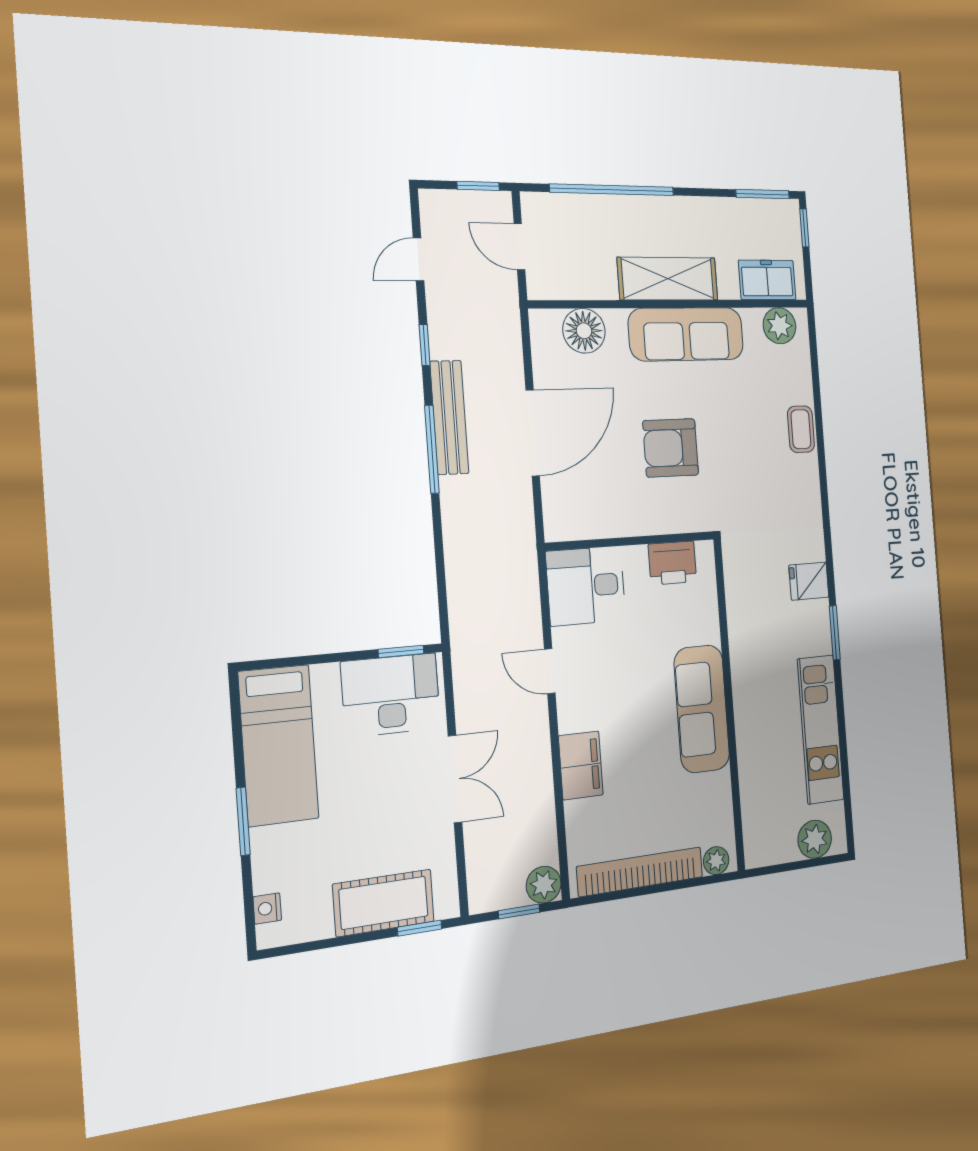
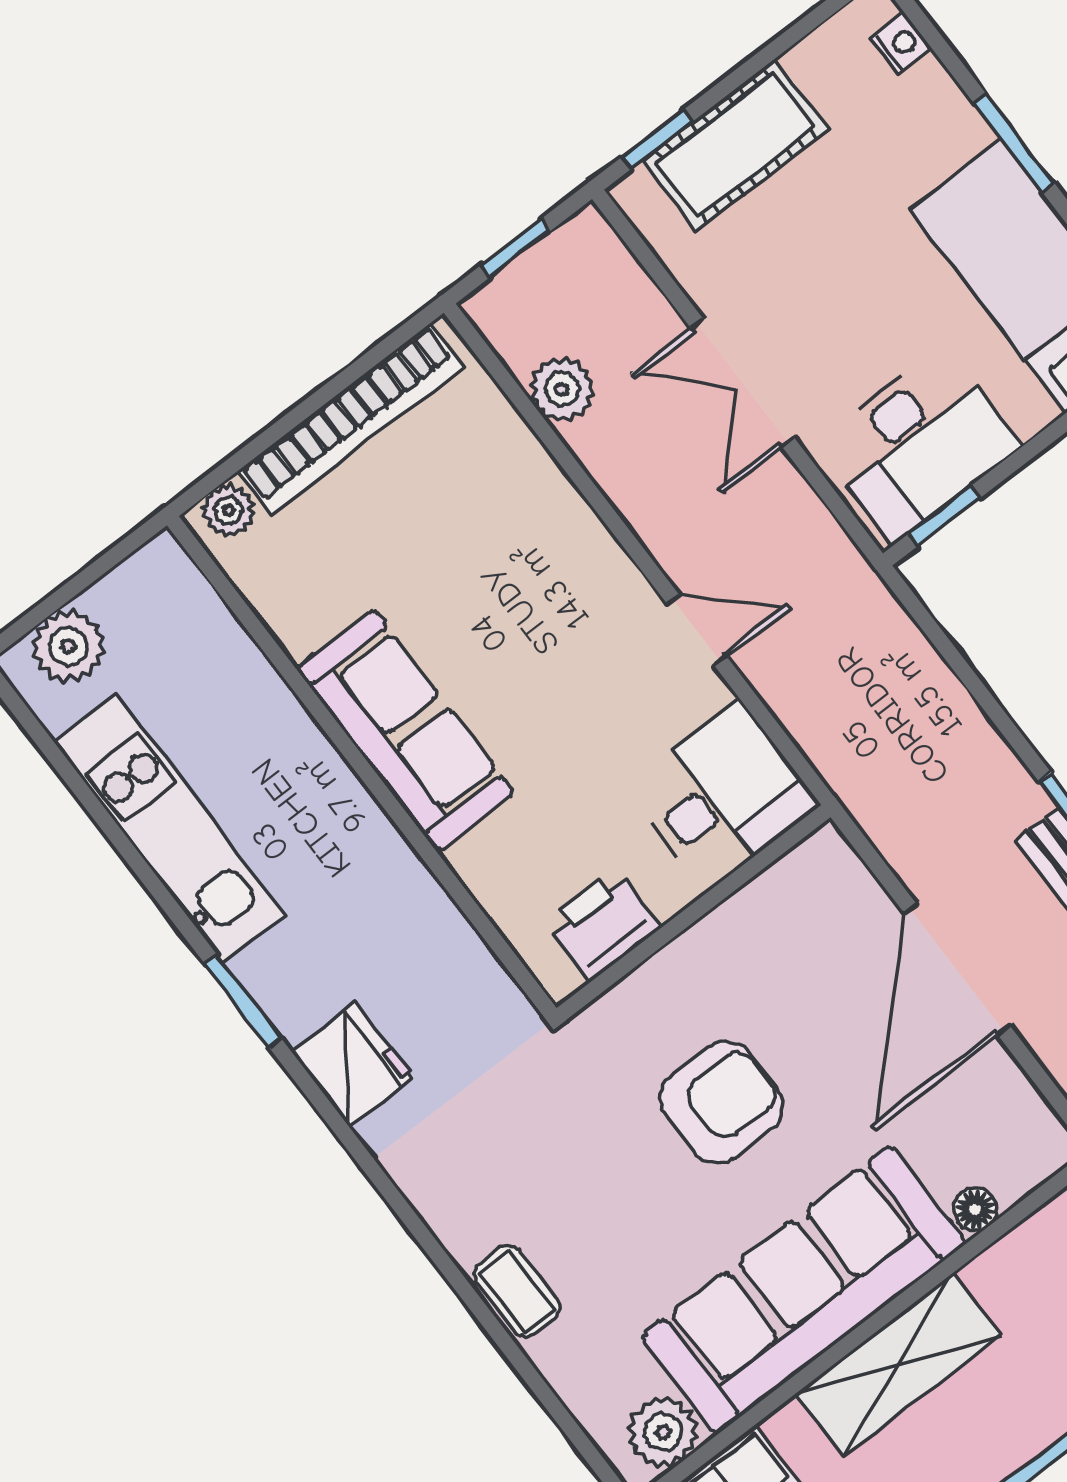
floor lamp: (584, 331) -> (975, 1209), width x0.53, depth x0.53
sofa: (686, 334) -> (803, 1289), width x1.36, depth x1.27
fridge: (809, 581) -> (352, 1064), width x1.38
filing cabinet: (581, 765) -> (555, 521), removed
plant: (544, 885) -> (562, 389), moved

